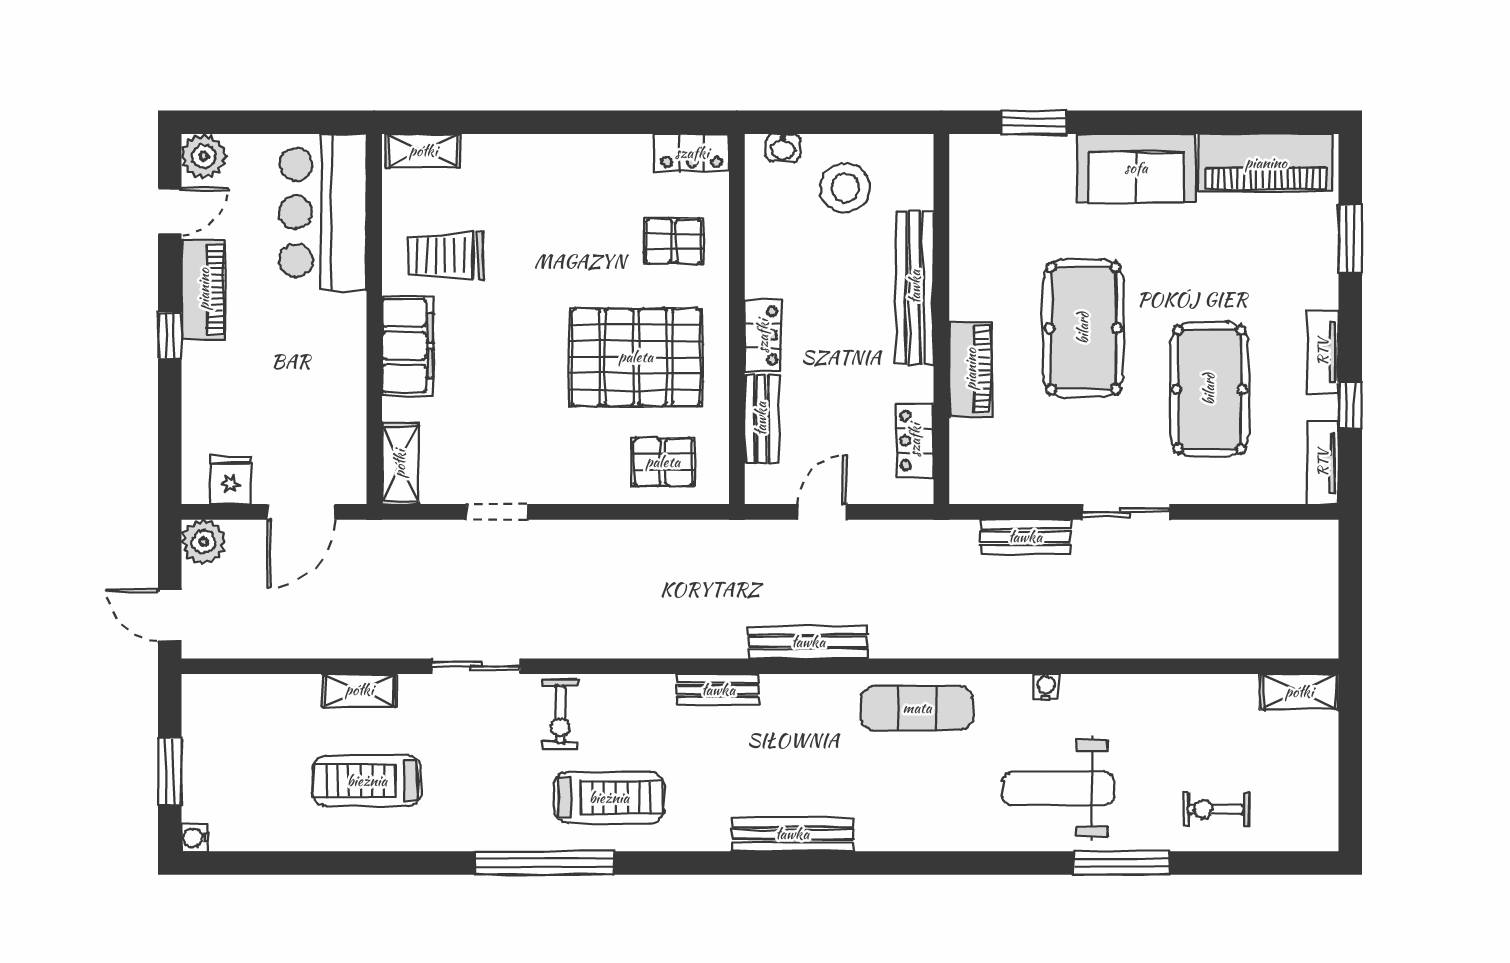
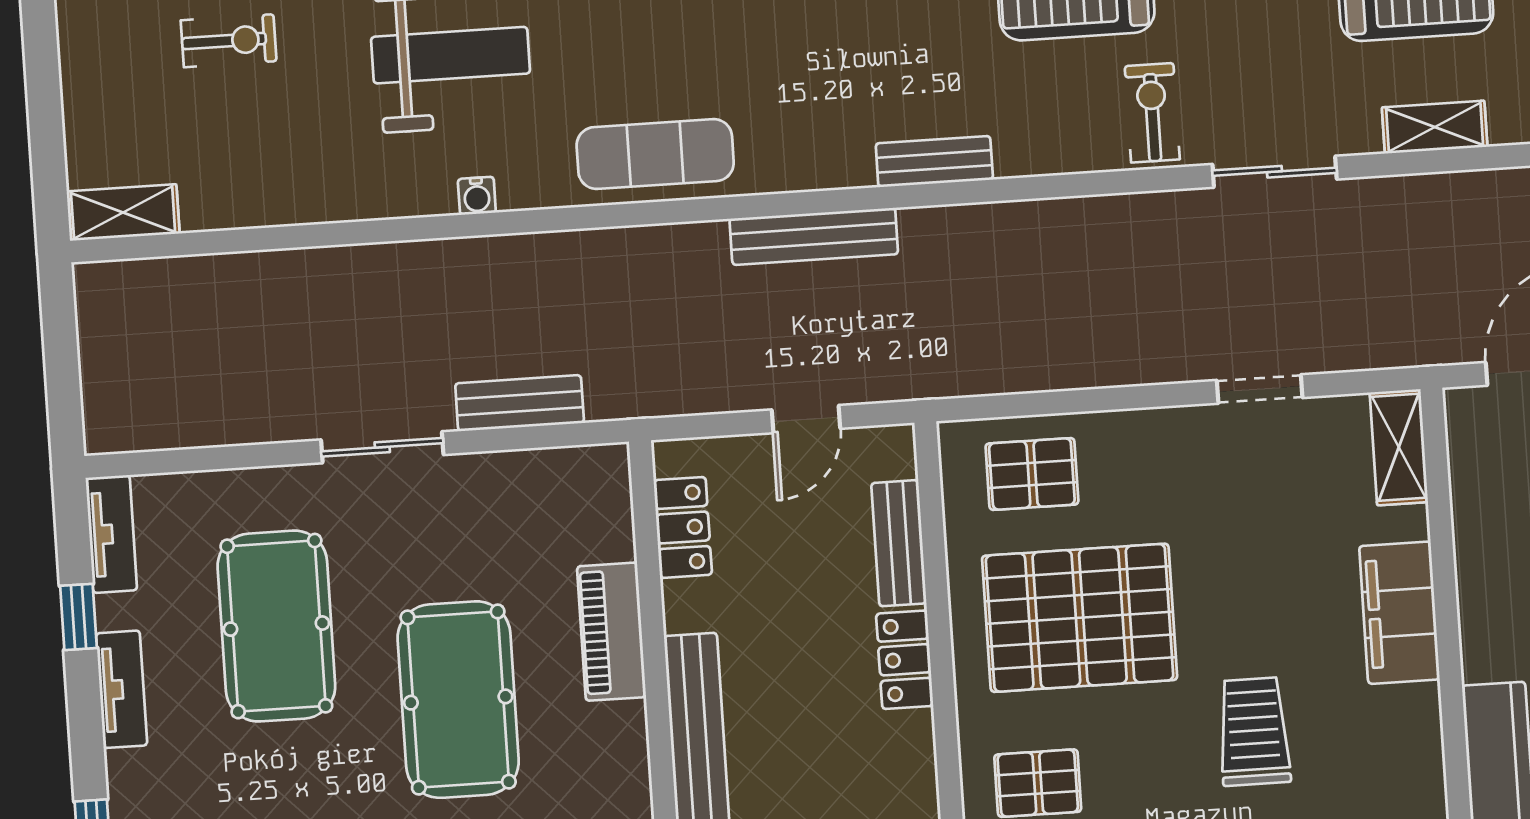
trolley: (446, 255) -> (1254, 732), moved, turned -90

